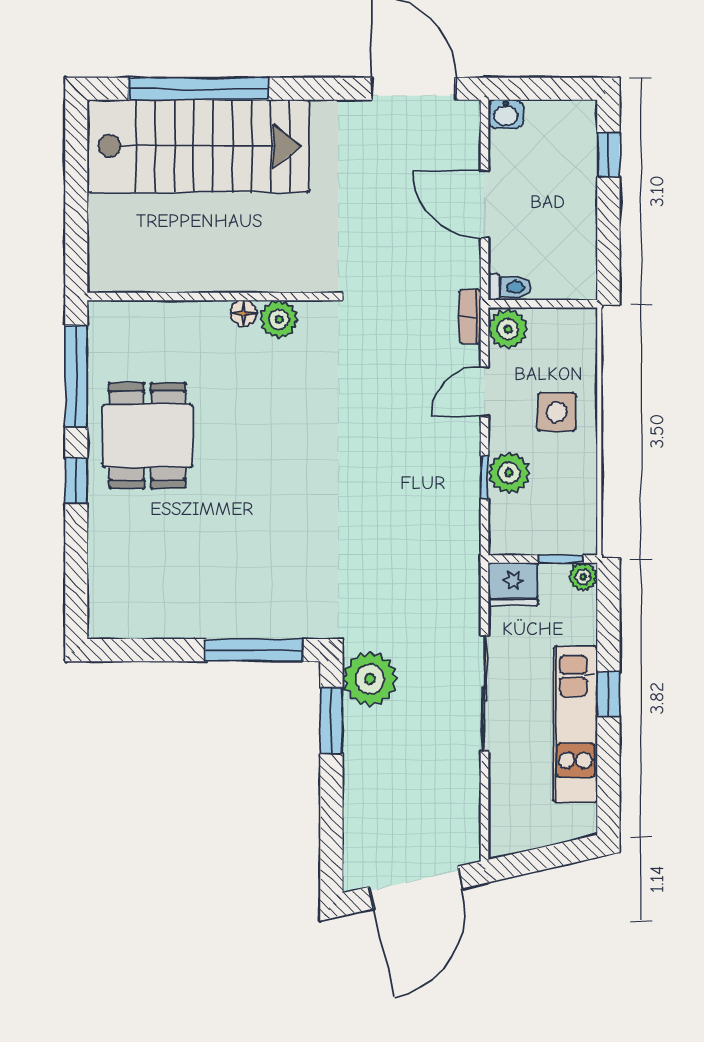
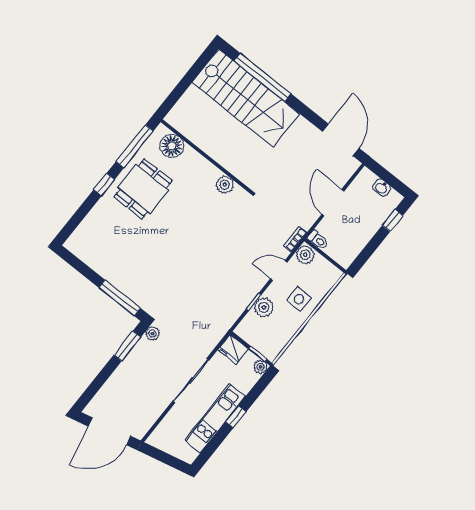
washbasin: (506, 114) -> (382, 188), moved
floor lamp: (244, 313) -> (172, 146), moved, width x1.89, depth x1.89
plant: (370, 679) -> (152, 334), width x0.53, depth x0.53

